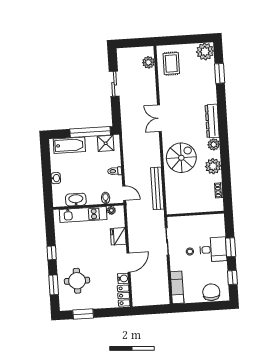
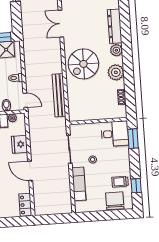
spiral stairs: (181, 158) -> (83, 64), turned 180
window: (231, 247) -> (133, 139), moved
desk: (213, 249) -> (115, 134), moved
door: (129, 262) -> (30, 171), swing flipped
trolley: (217, 273) -> (120, 182), added
water cooler: (123, 278) -> (25, 187), removed
exam couch: (177, 287) -> (79, 184), moved

